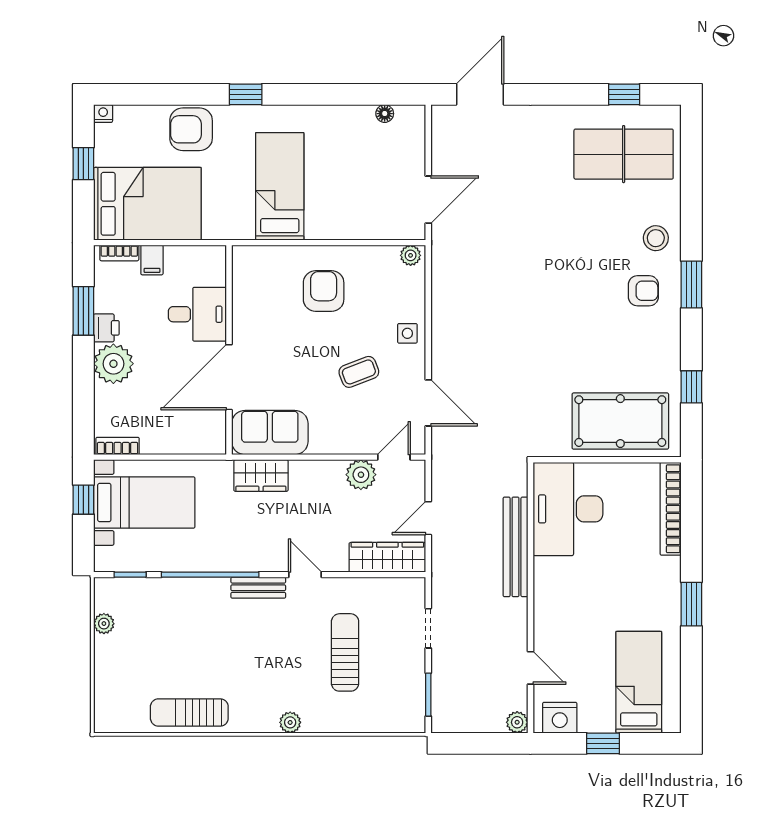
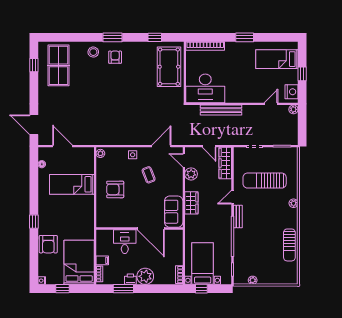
bed: (280, 186) -> (72, 184), moved
door: (428, 200) -> (62, 146), moved
wardrobe: (261, 475) -> (191, 203), moved
sun lounger: (345, 652) -> (265, 181), width x1.36, depth x1.34

